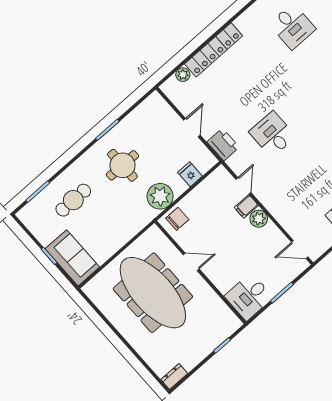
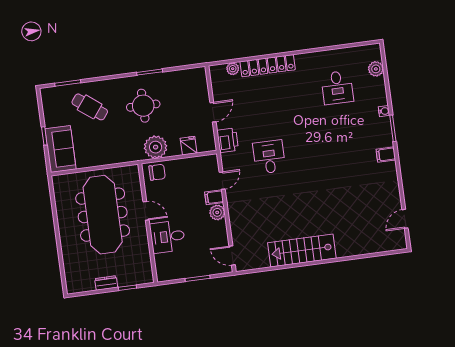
cafe table: (73, 200) -> (90, 107), turned 37
desk: (249, 297) -> (167, 237), moved
dresser: (174, 377) -> (106, 283), moved

